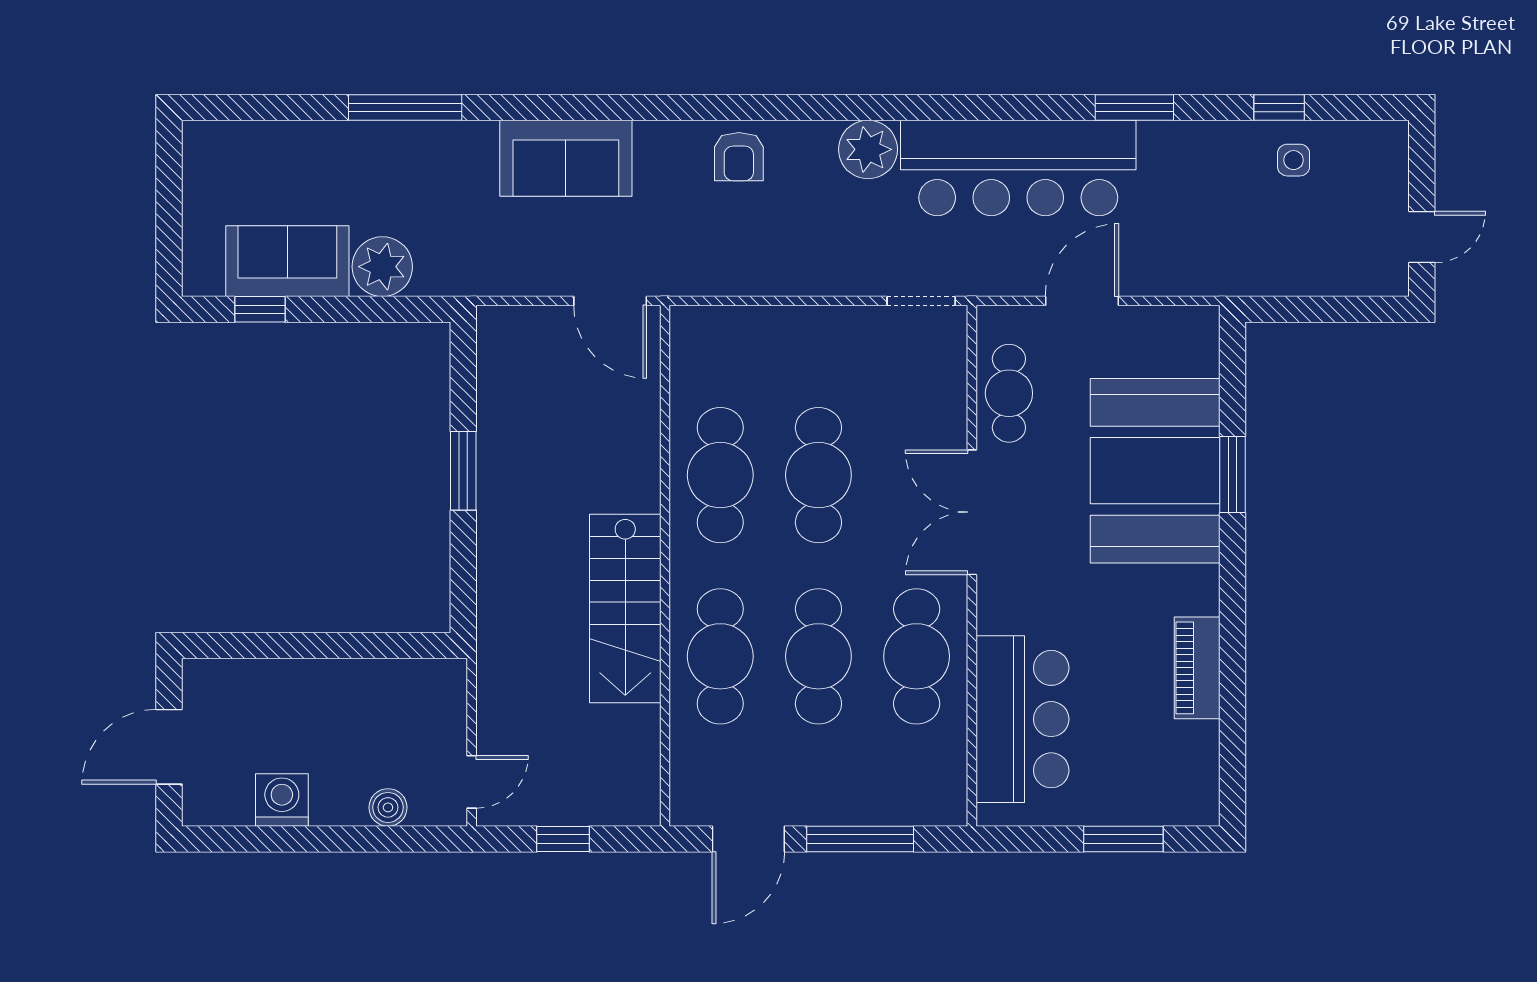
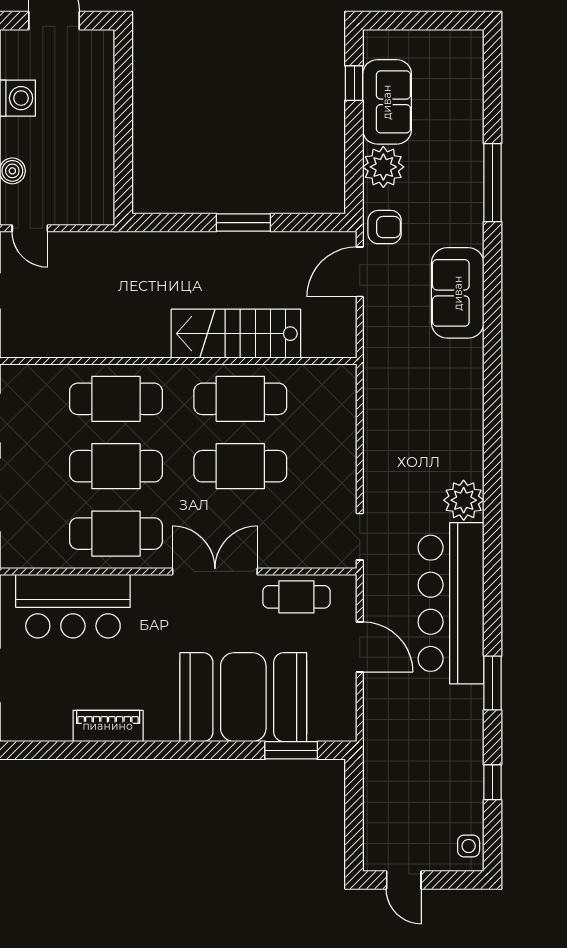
armchair: (739, 157) -> (385, 227), moved, turned 180
side table: (1294, 160) -> (469, 846), moved
door: (610, 301) -> (360, 272), moved
window: (1232, 474) -> (291, 750), moved
stairs: (625, 608) -> (236, 334), moved

